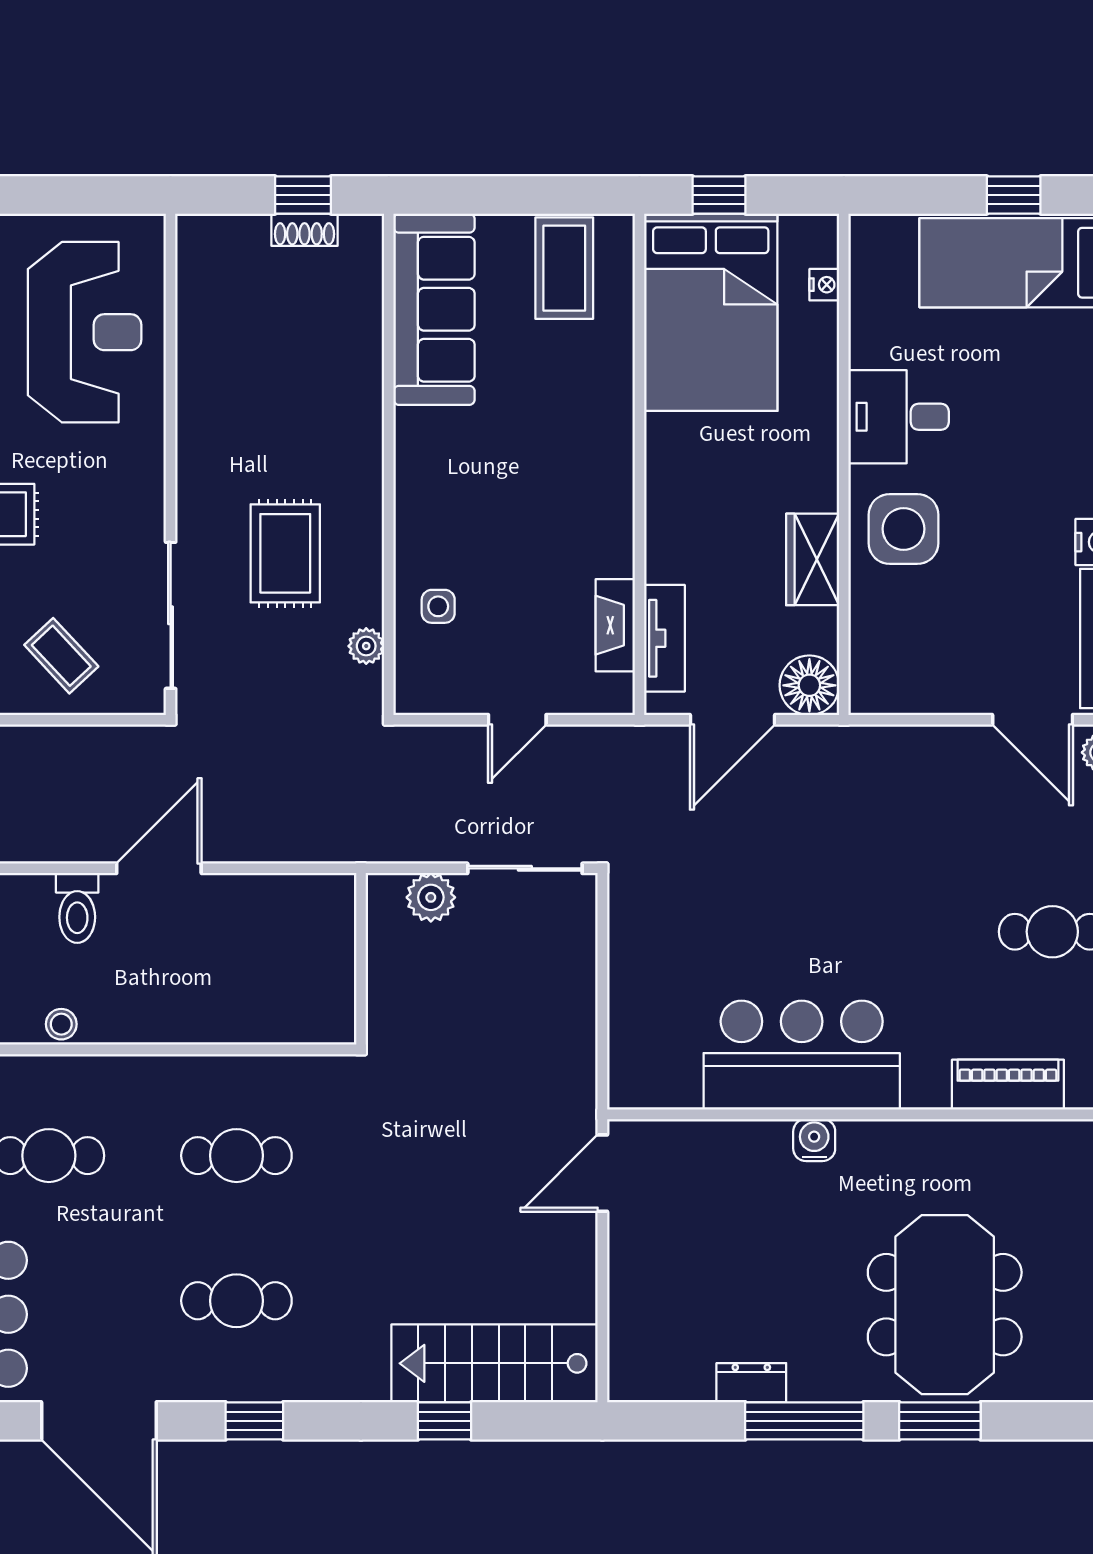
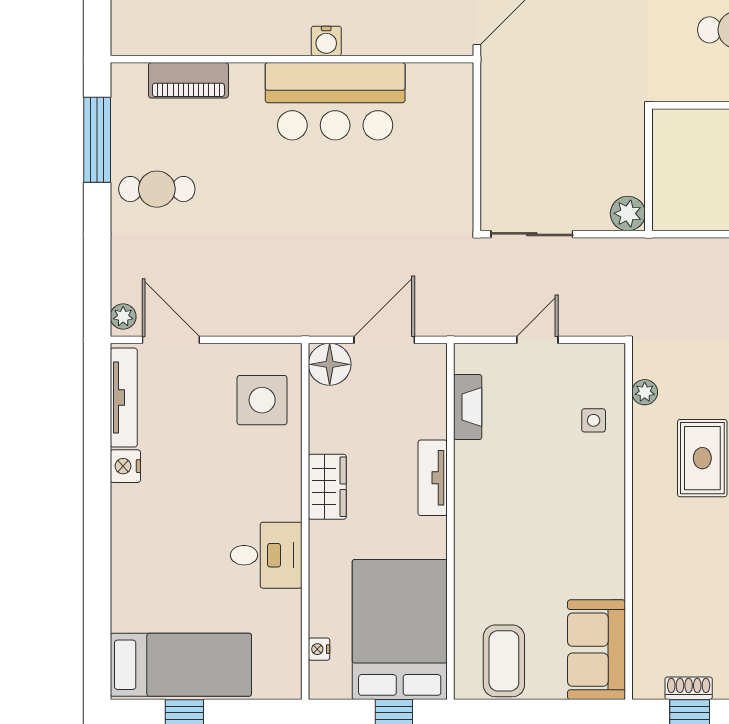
sofa: (434, 309) -> (596, 650), width x0.73
side table: (904, 529) -> (262, 400), moved
wardrobe: (813, 559) -> (327, 487), moved
tv unit: (665, 638) -> (433, 478), moved
plant: (431, 897) -> (628, 213), moved

